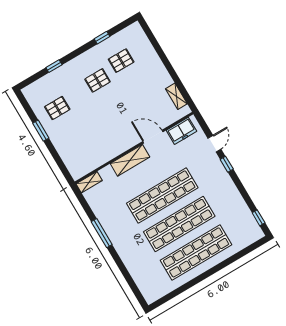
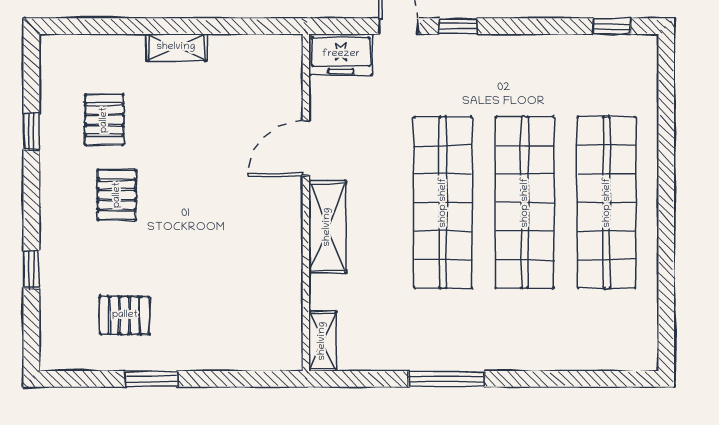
shelving: (176, 96) -> (176, 47), moved
pallet: (57, 108) -> (125, 315), turned 90
freezer: (181, 131) -> (341, 54), moved, turned 90

